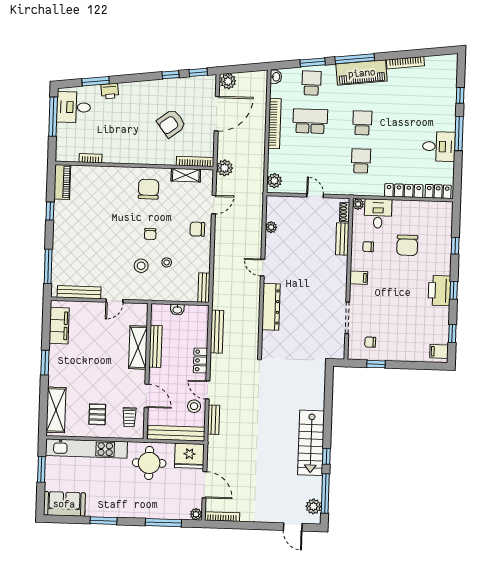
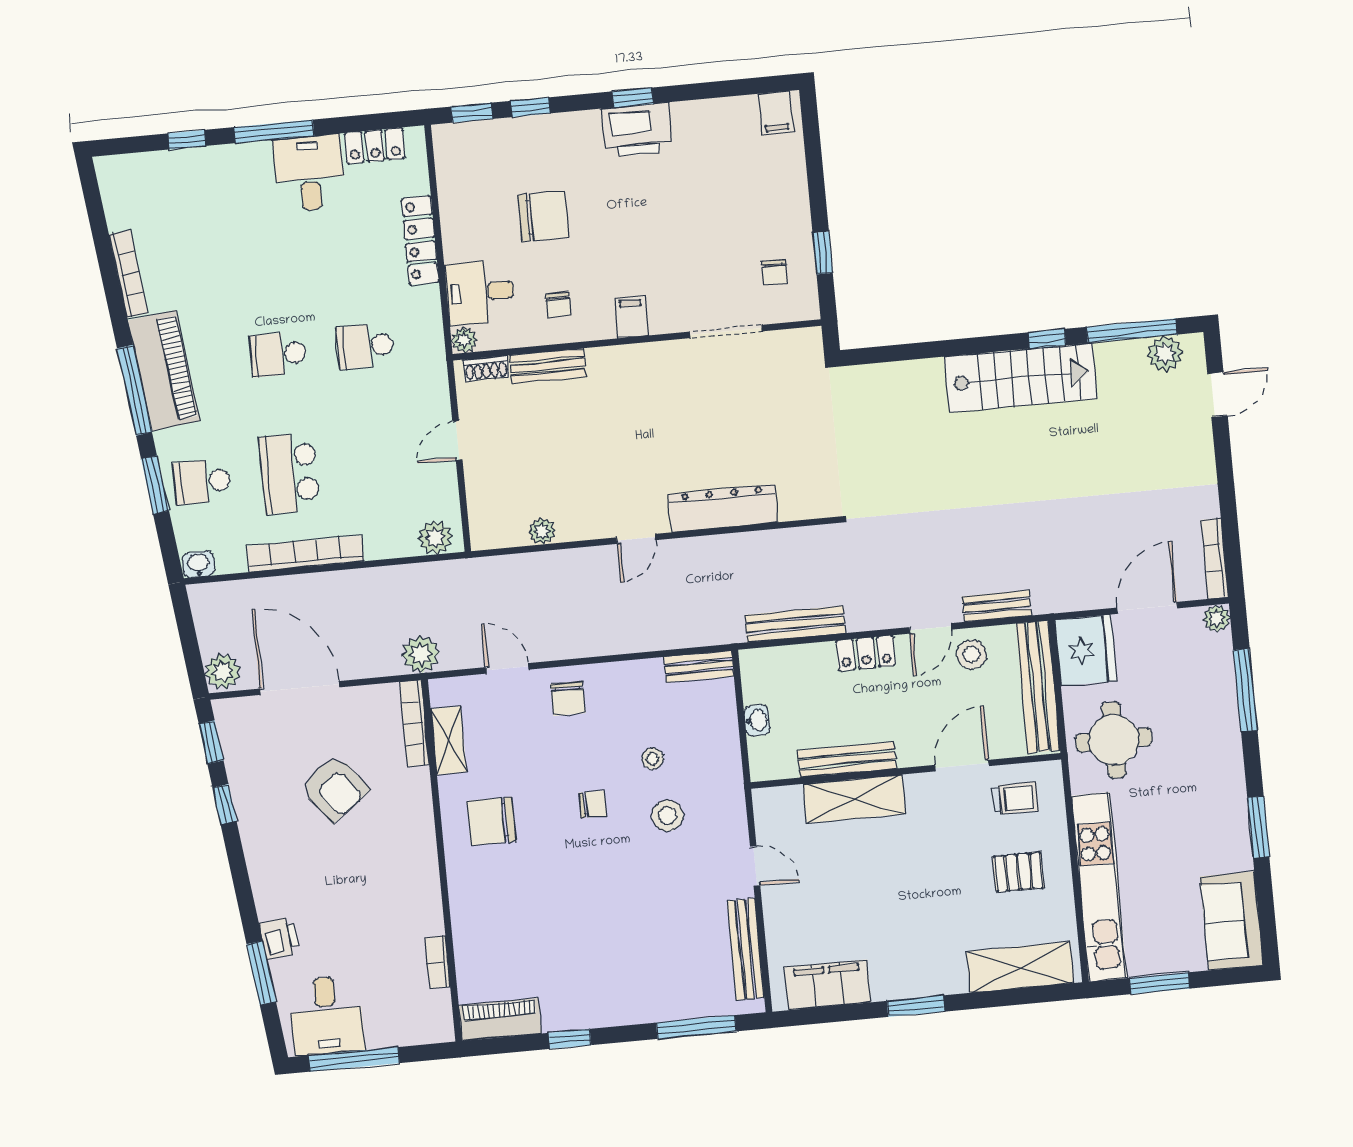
locker: (438, 191) -> (375, 146), moved, turned -90
window: (452, 333) -> (472, 113), moved

